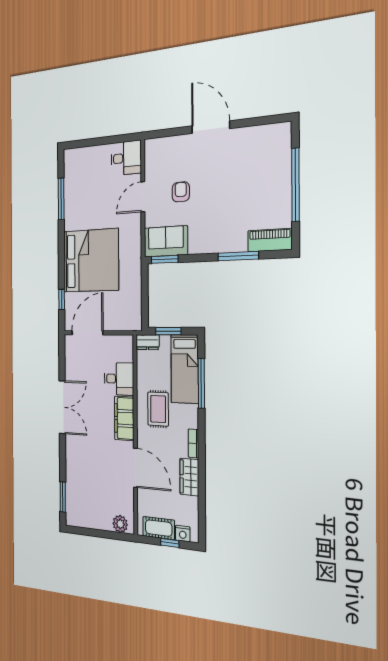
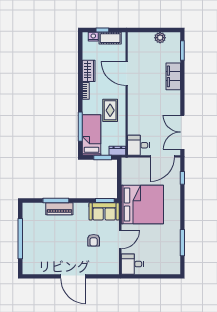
piano: (270, 240) -> (59, 209), moved
bed: (91, 261) -> (142, 205), moved, turned 180
desk: (119, 379) -> (138, 145), moved
double door: (62, 407) -> (182, 132), moved
filing cabinet: (124, 418) -> (173, 76), moved, turned 180
plant: (120, 524) -> (160, 38), moved

